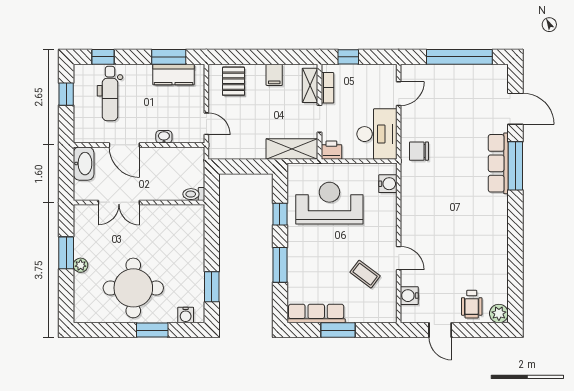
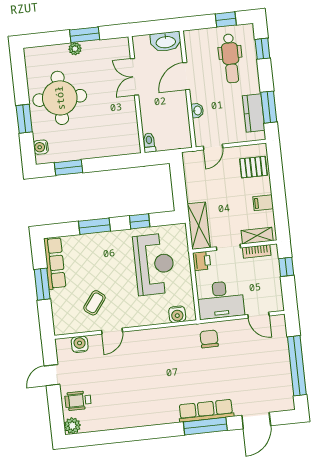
dental chair: (110, 93) -> (231, 58), turned -90

